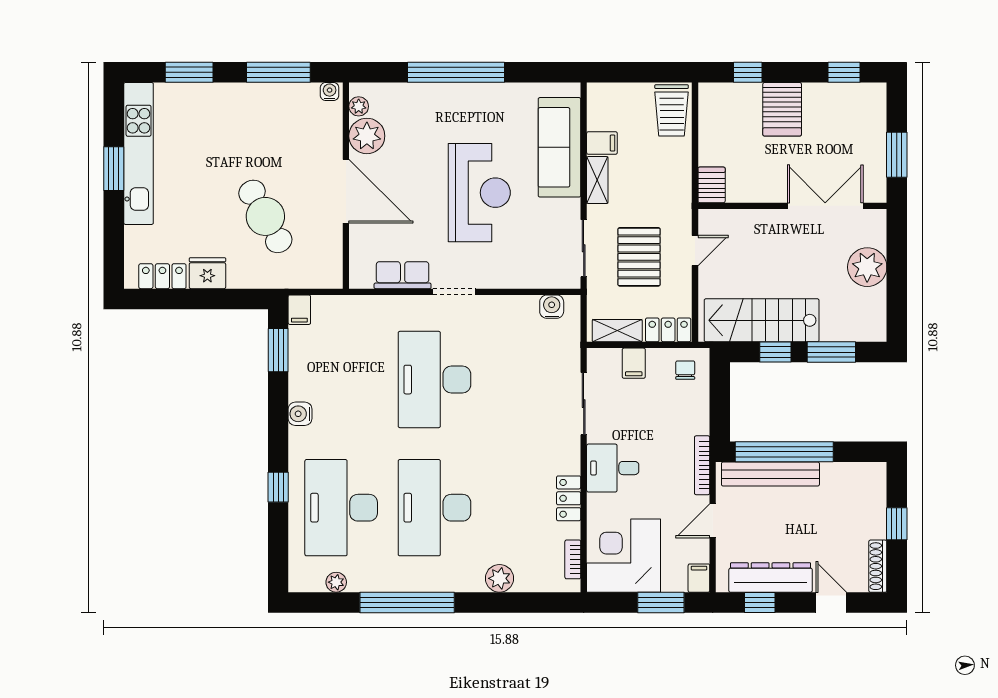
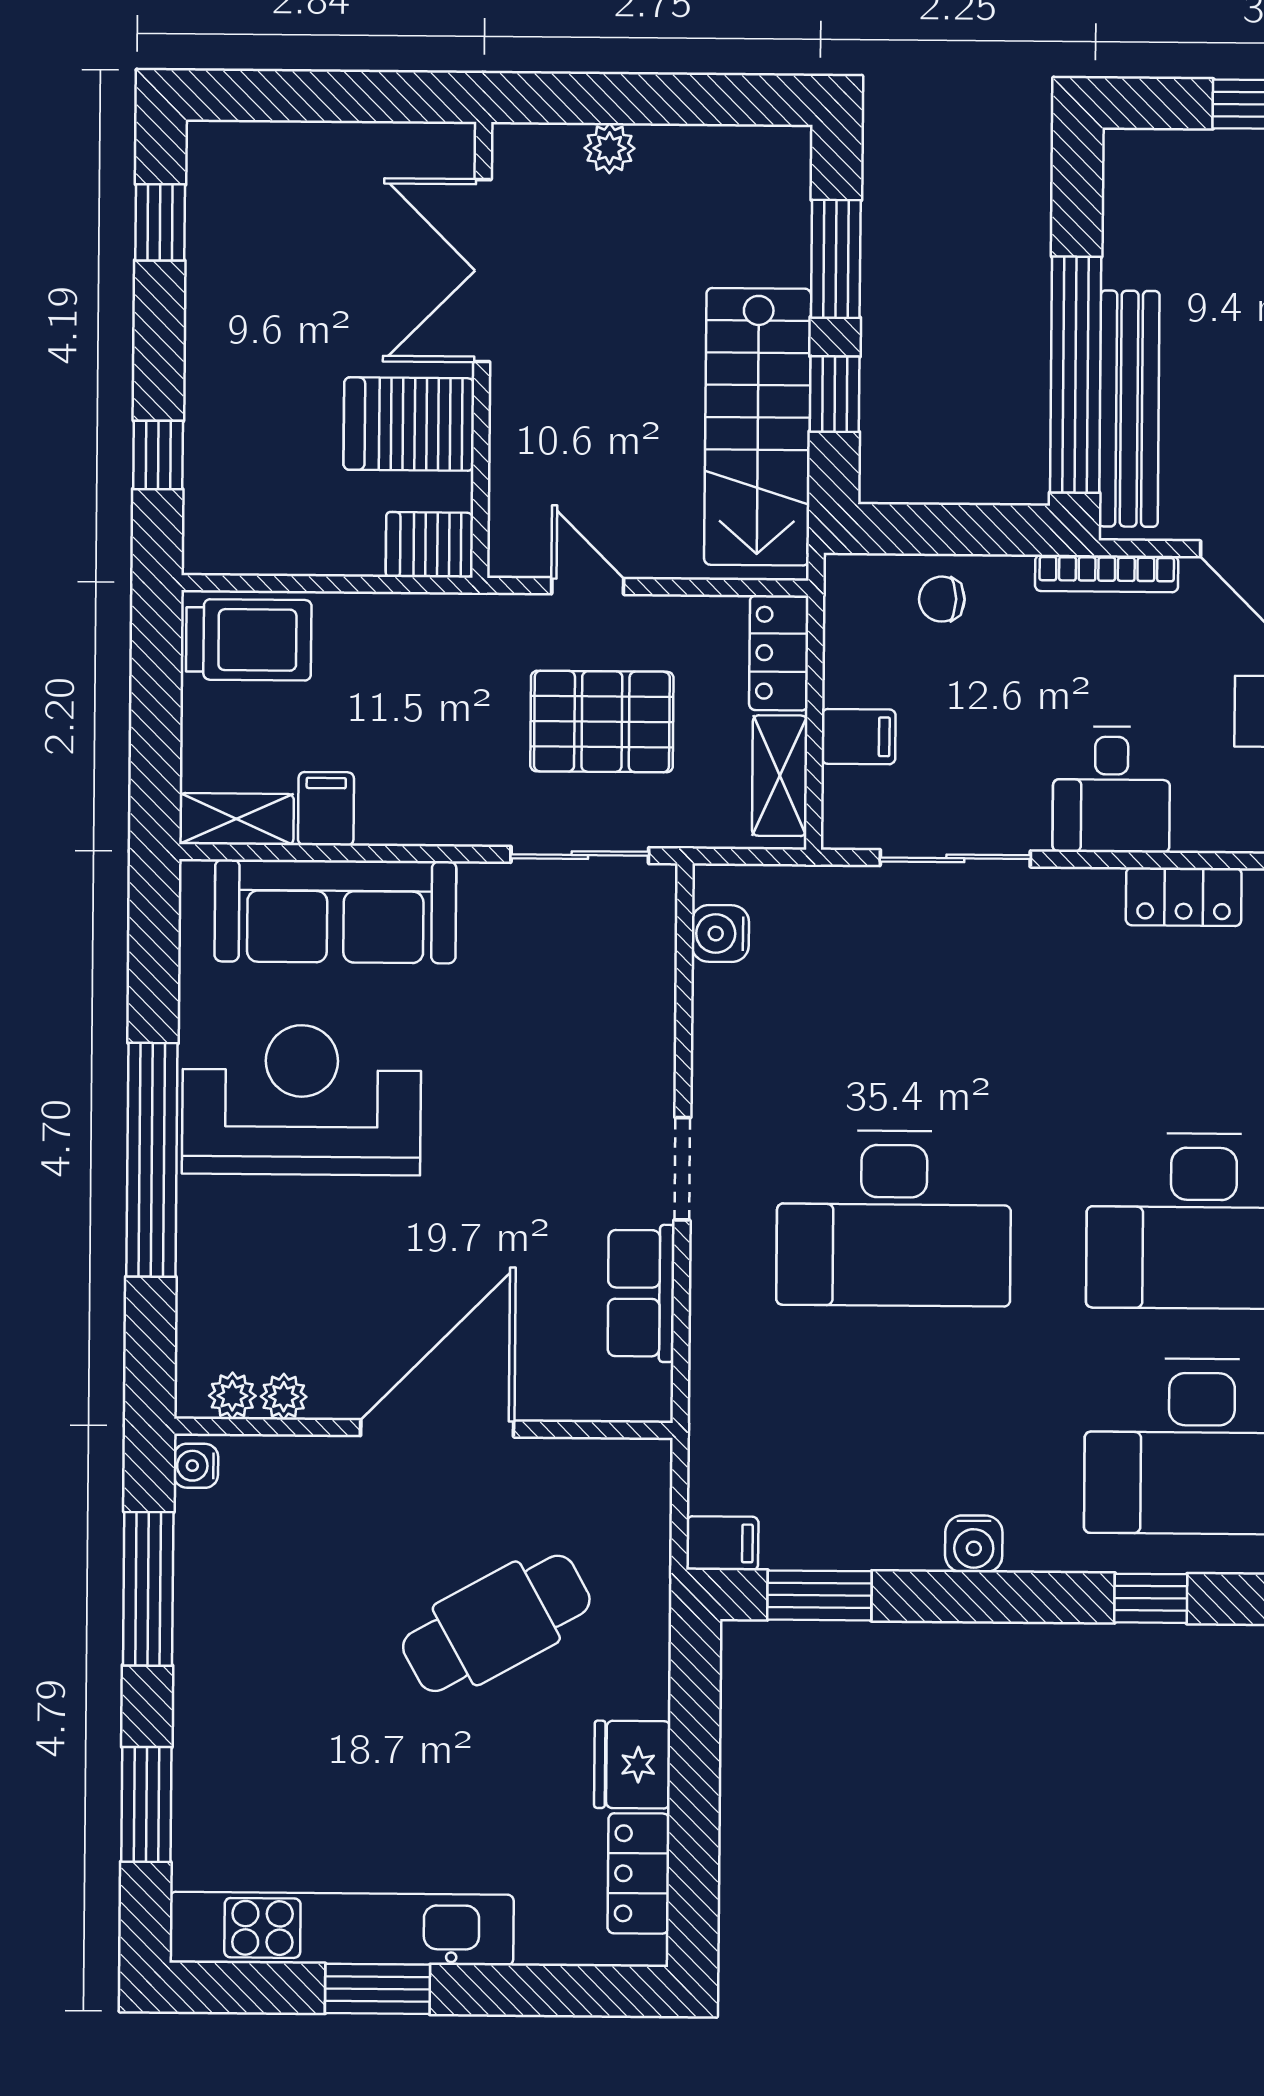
server rack: (782, 109) -> (409, 424), moved, turned 180
plant: (367, 136) -> (284, 1397), width x0.53, depth x0.53
window: (897, 155) -> (360, 96), removed
shelving: (597, 180) -> (236, 819), moved
reception desk: (479, 193) -> (302, 1100), moved
plant: (867, 267) -> (610, 148), width x0.53, depth x0.53
chair: (685, 370) -> (942, 599), moved

